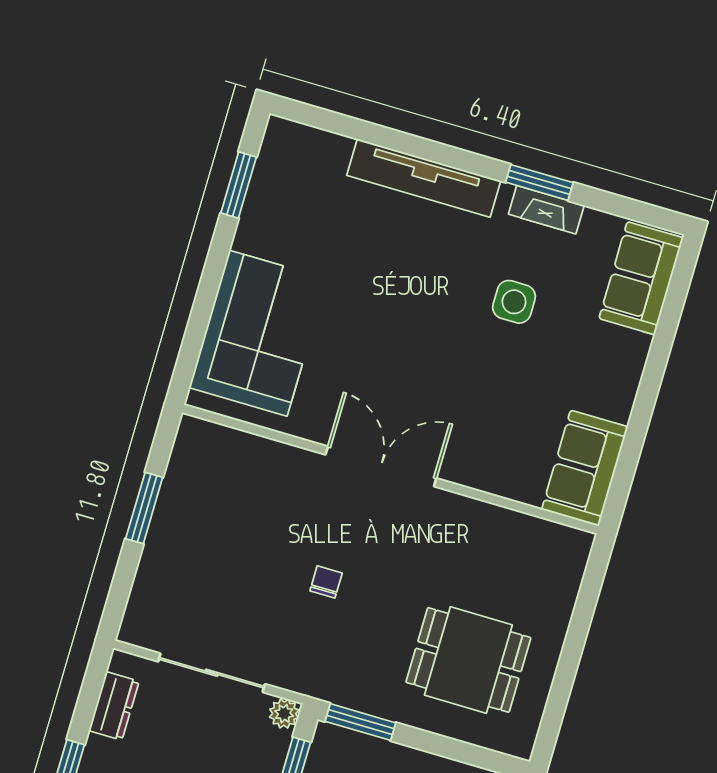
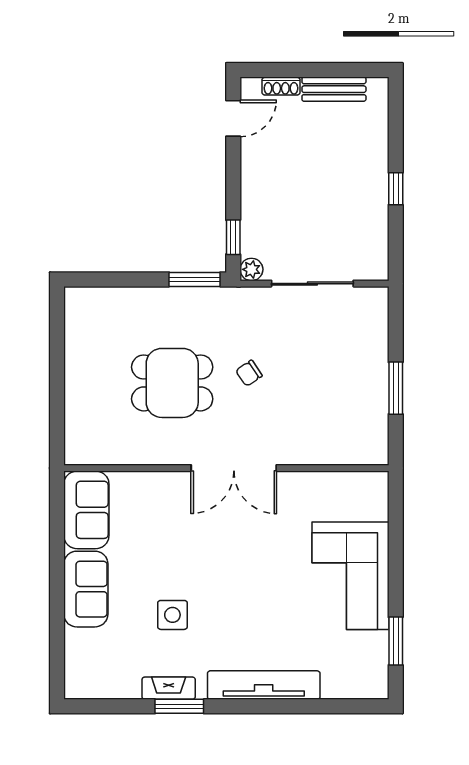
sofa: (641, 278) -> (86, 589), moved
corner sofa: (258, 333) -> (350, 576), moved
chair: (326, 582) -> (249, 373), turned 56
dining table: (468, 660) -> (172, 383), moved
dresser: (114, 706) -> (376, 239), removed

